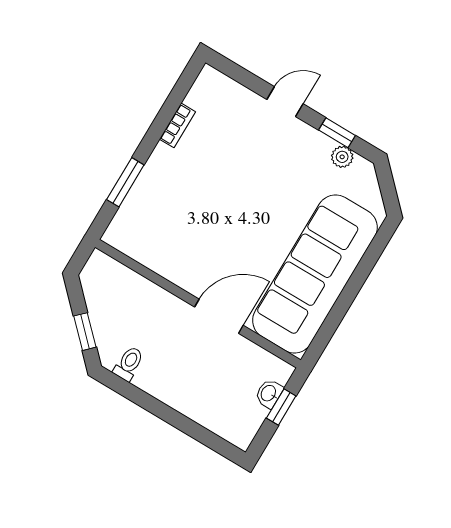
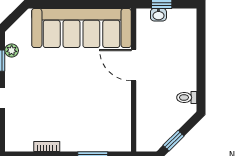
window: (85, 332) -> (174, 141), moved

